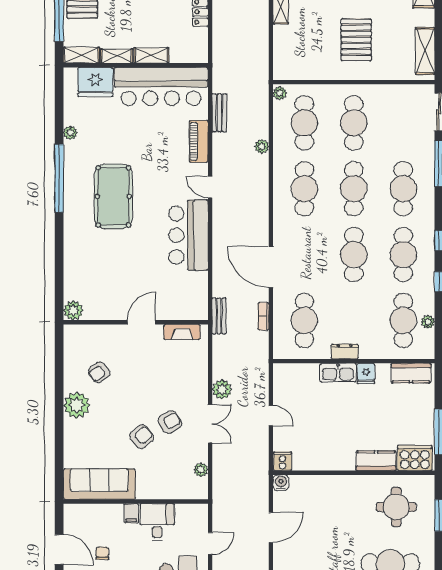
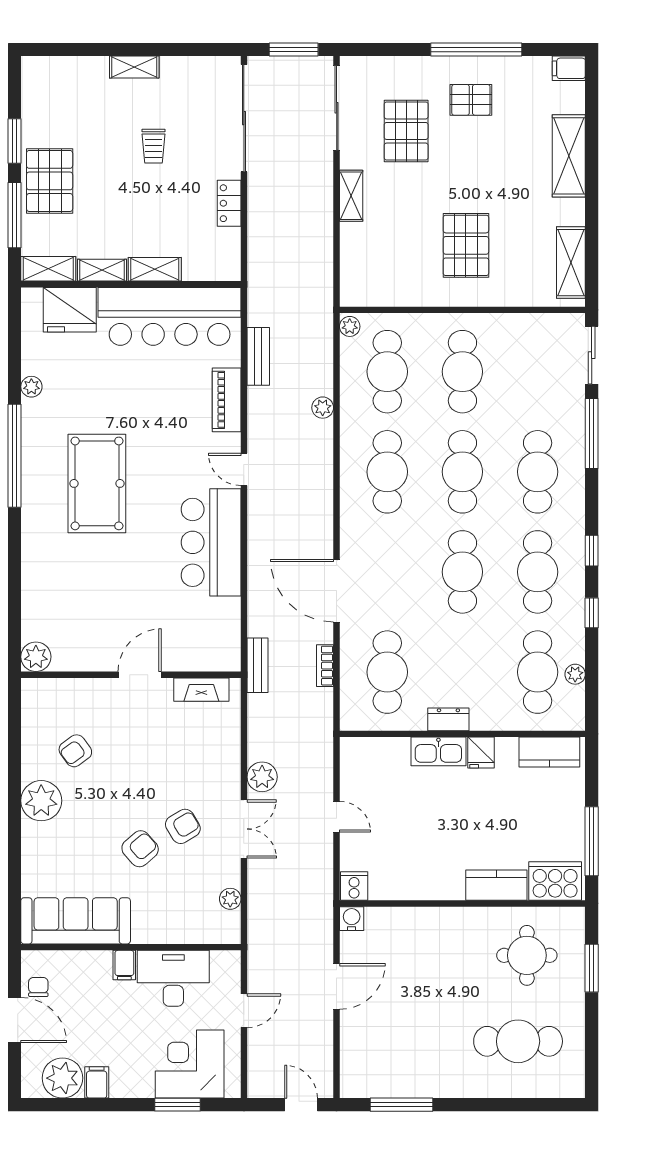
desk: (157, 522) -> (173, 978), width x1.37
chair: (102, 553) -> (38, 987), moved

